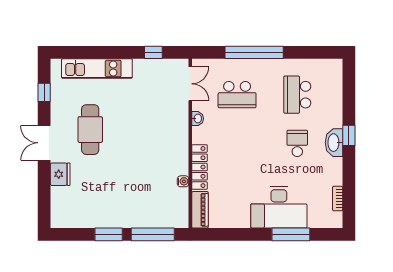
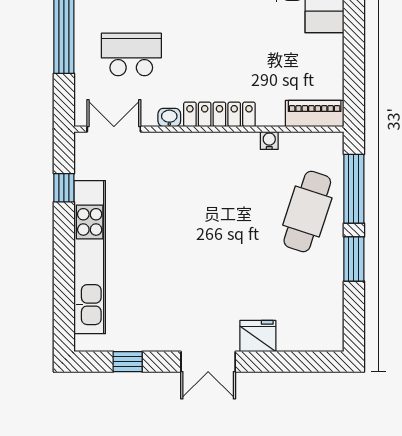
kitchen unit: (97, 69) -> (90, 257), width x1.36
school desk: (237, 95) -> (131, 54), turned -90
cafe table: (90, 130) -> (307, 211), moved, turned -72
locker: (199, 167) -> (219, 114), moved

